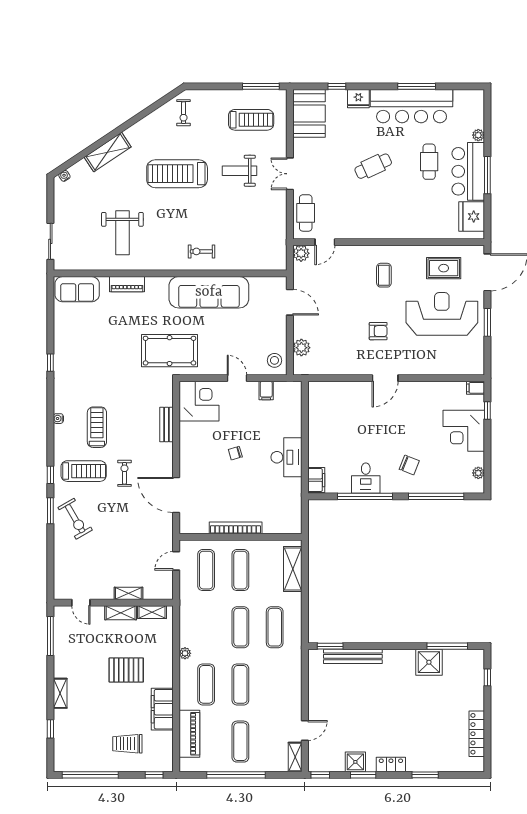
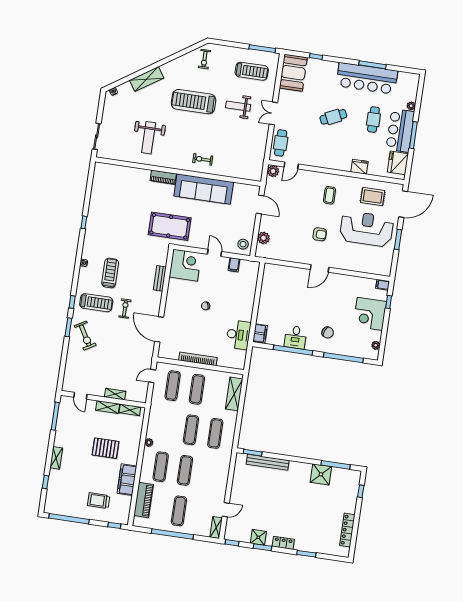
fridge: (358, 99) -> (359, 167), moved, turned 180
piano: (127, 284) -> (163, 177), moved
sofa: (77, 289) -> (111, 173), removed
desk: (286, 457) -> (238, 335), moved

